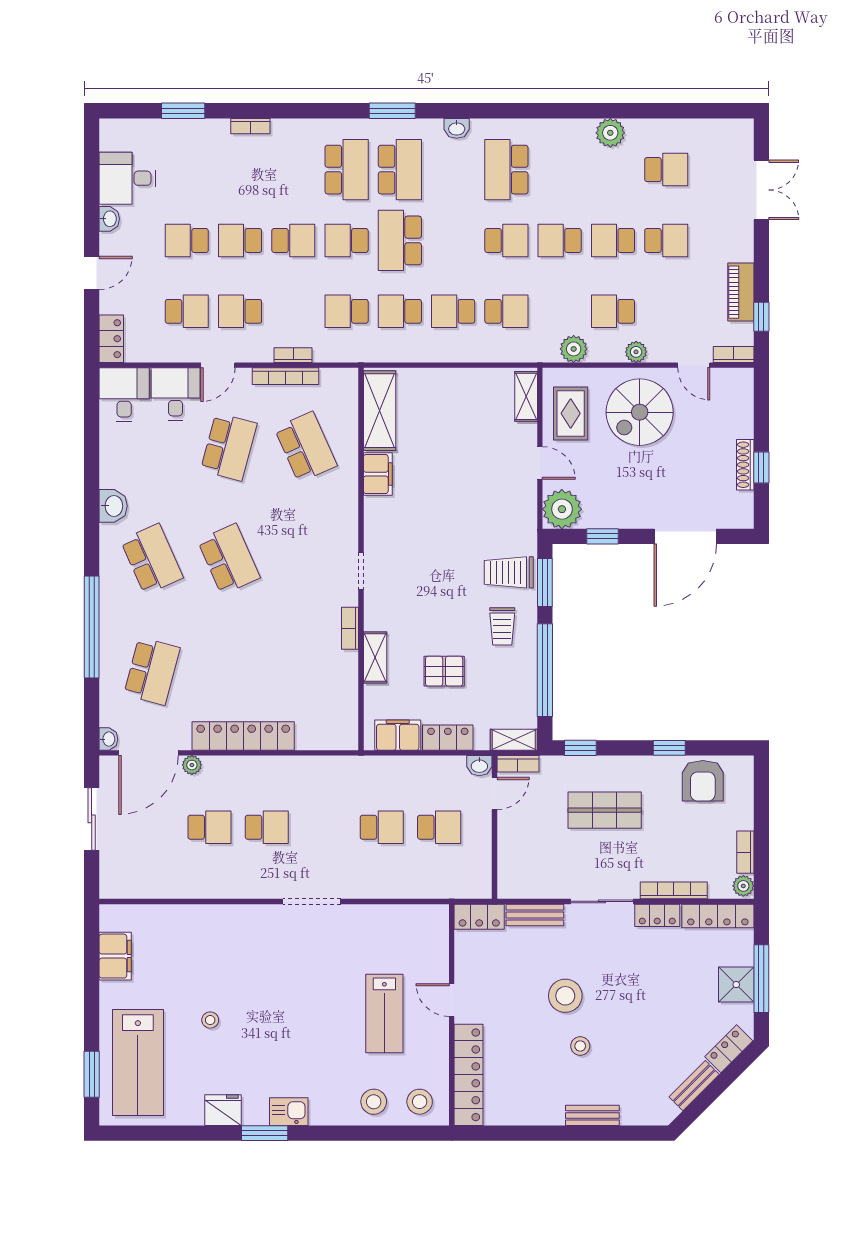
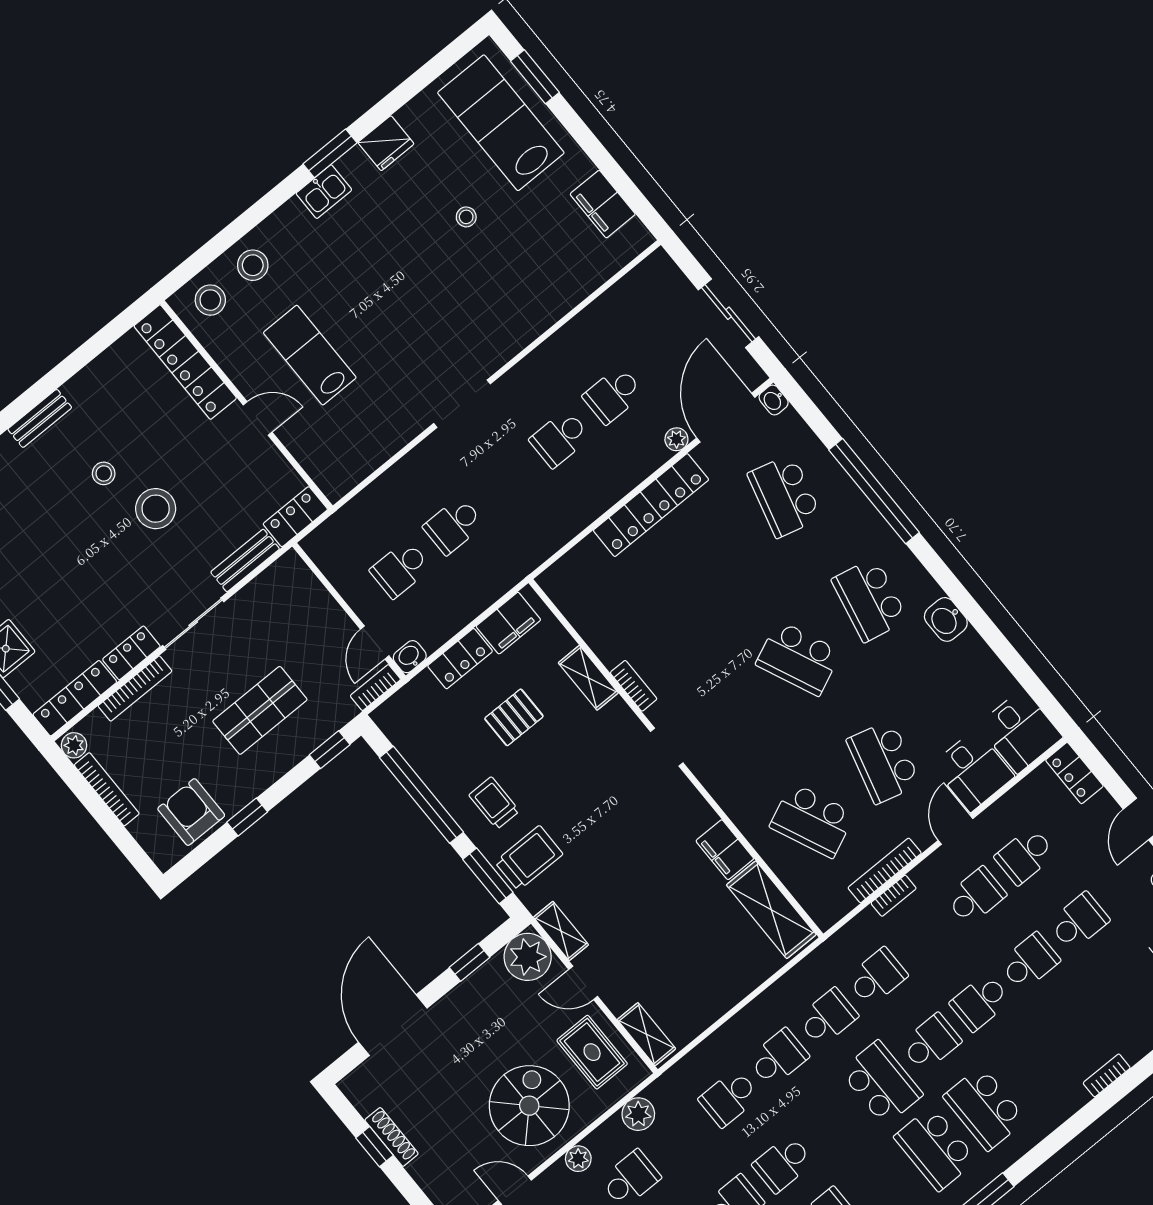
school desk: (152, 559) -> (870, 600), turned 36
shelving: (514, 740) -> (561, 931), moved, turned 90
bookcase: (745, 852) -> (107, 789), width x1.56

